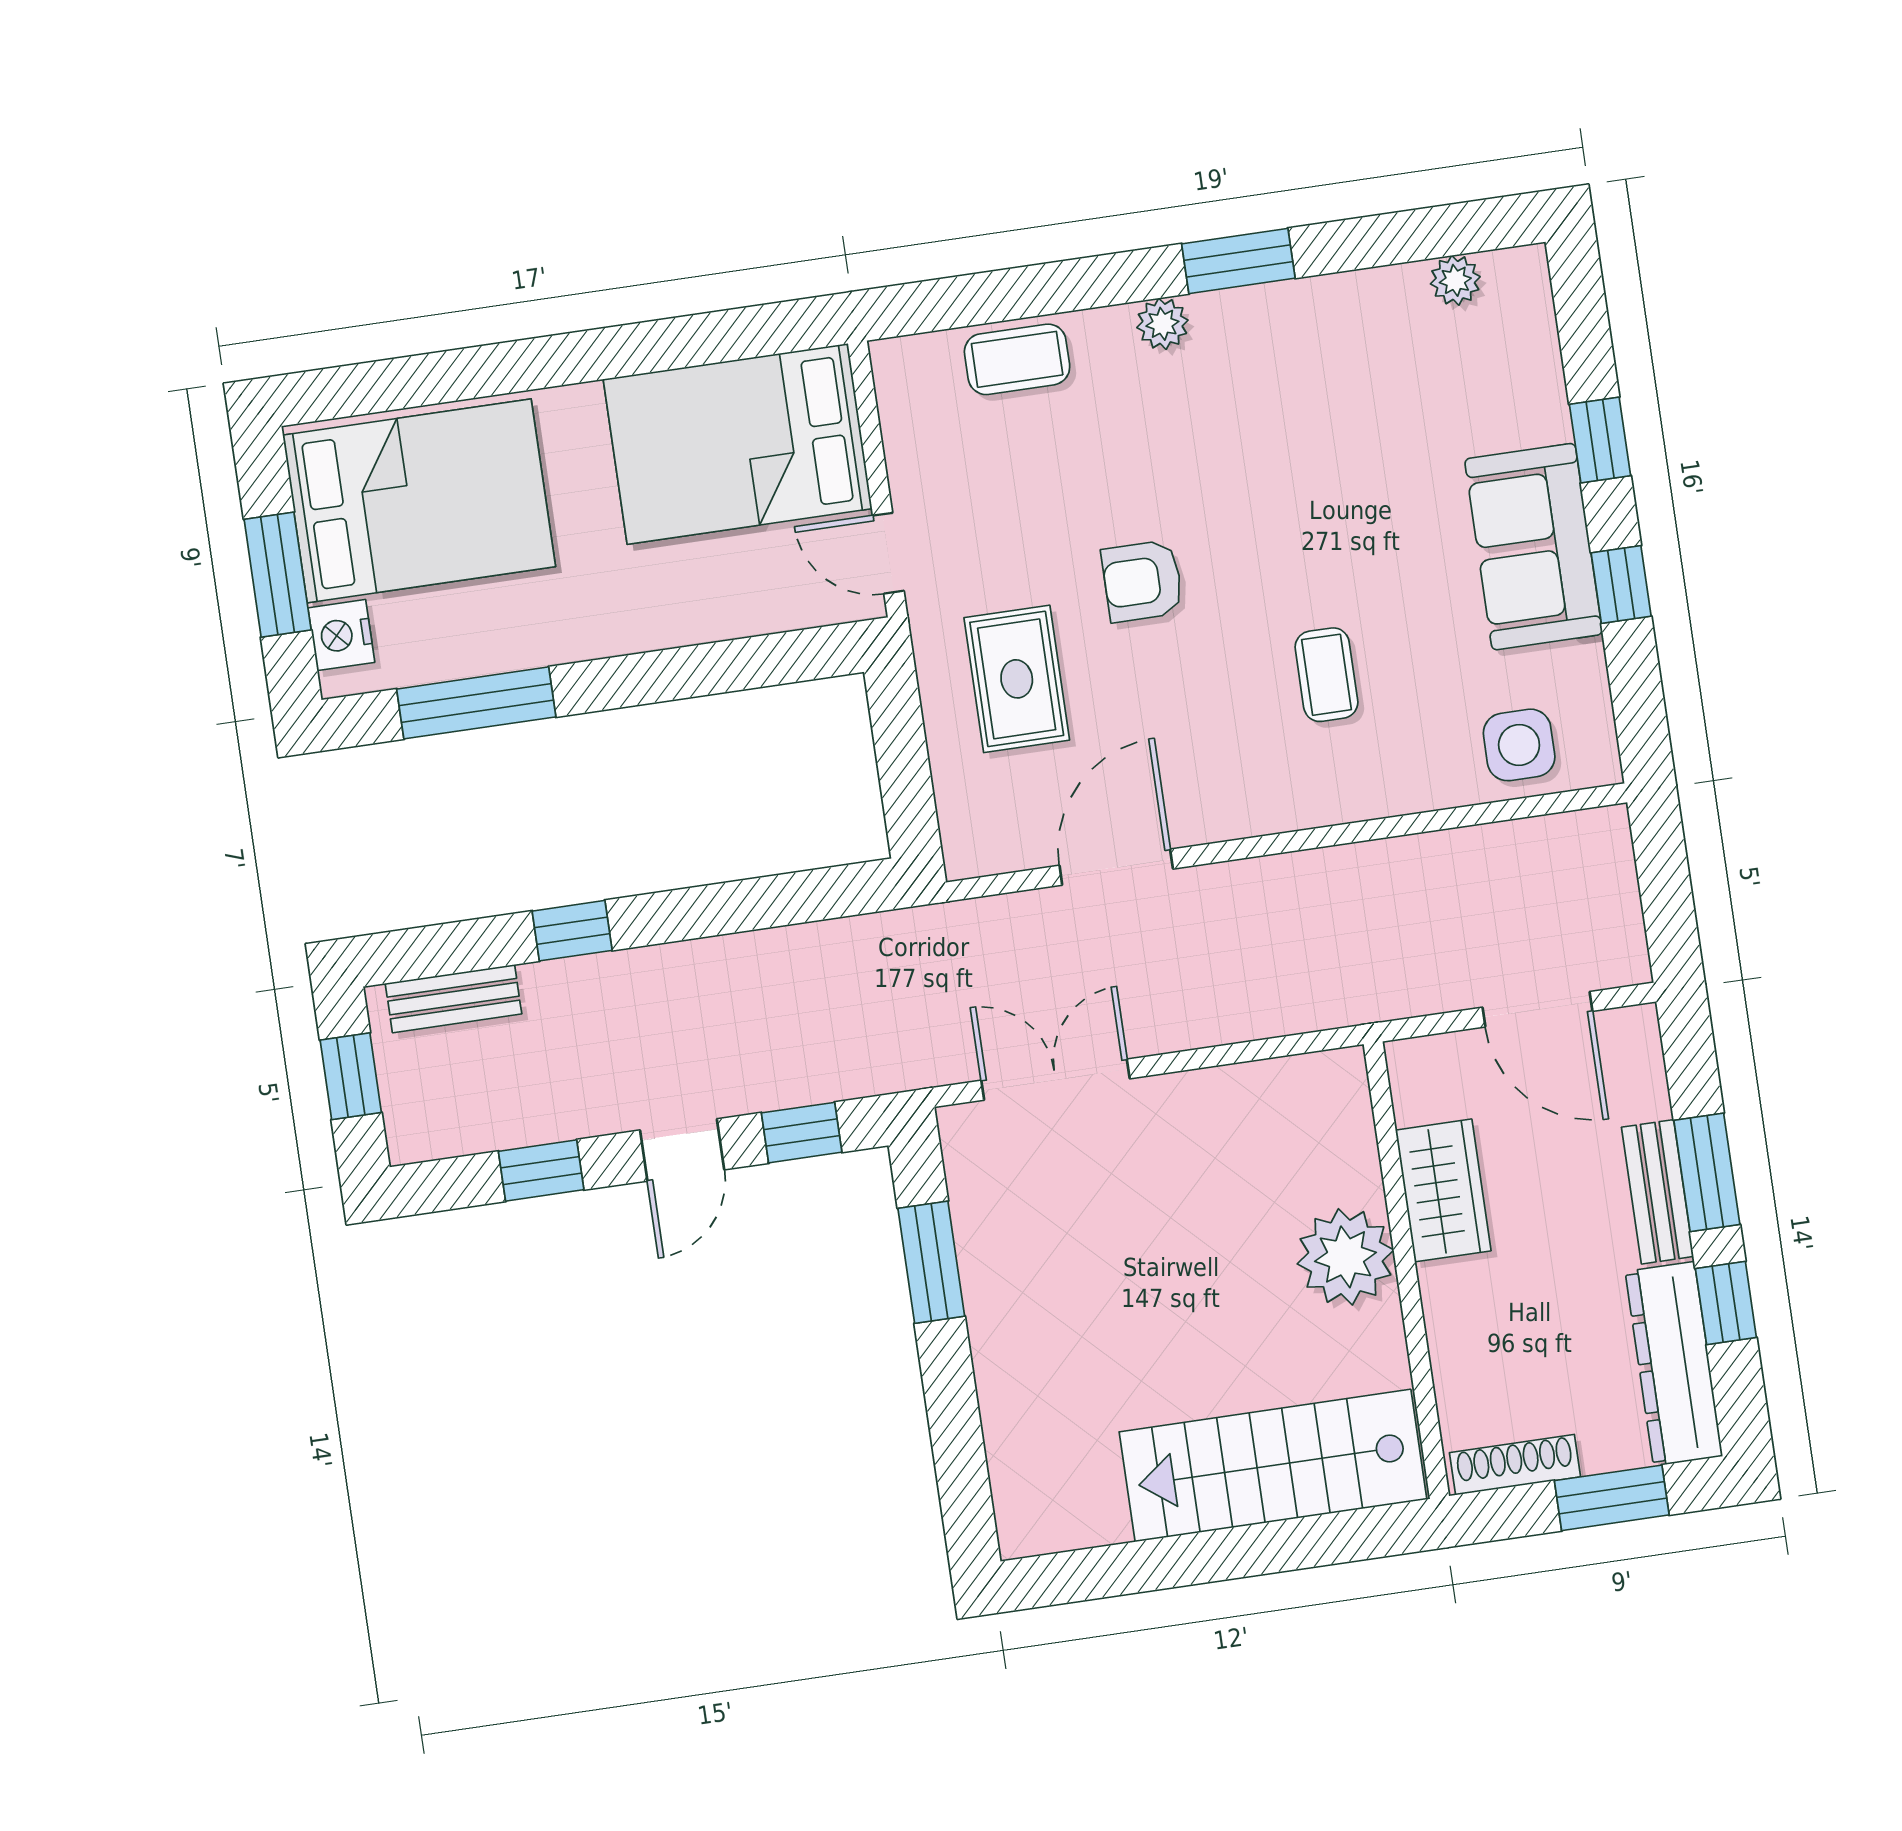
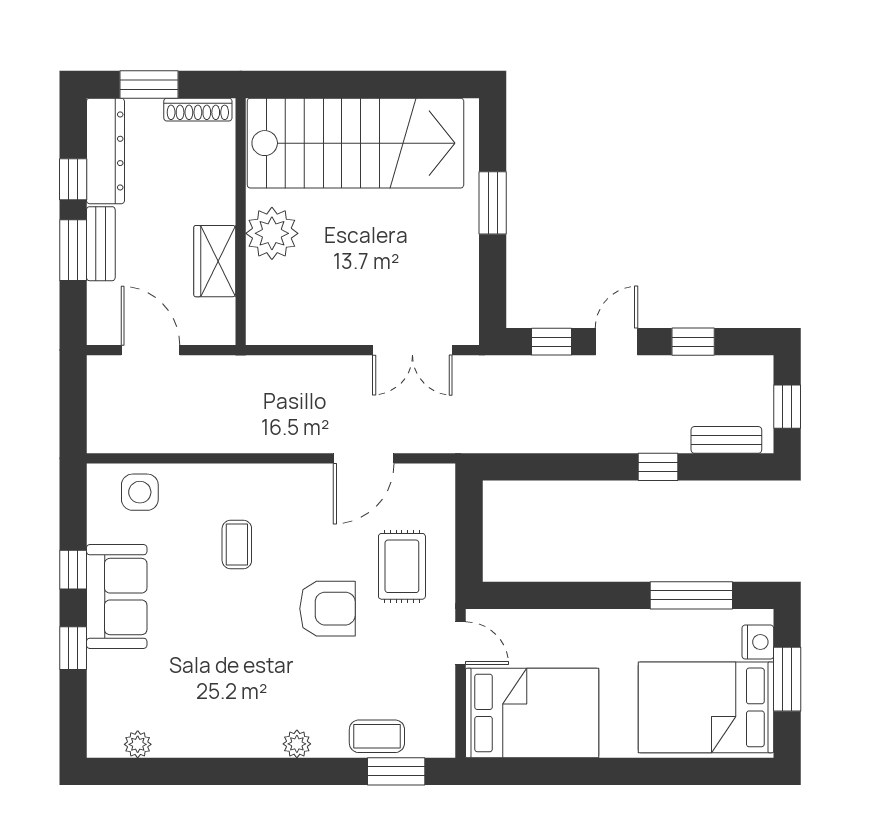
window: (1238, 261) -> (396, 771), moved
armchair: (1142, 581) -> (327, 609), width x1.38, depth x1.38
window: (931, 1262) -> (493, 203), moved
stairs: (1273, 1466) -> (355, 143), width x1.36, depth x1.51

